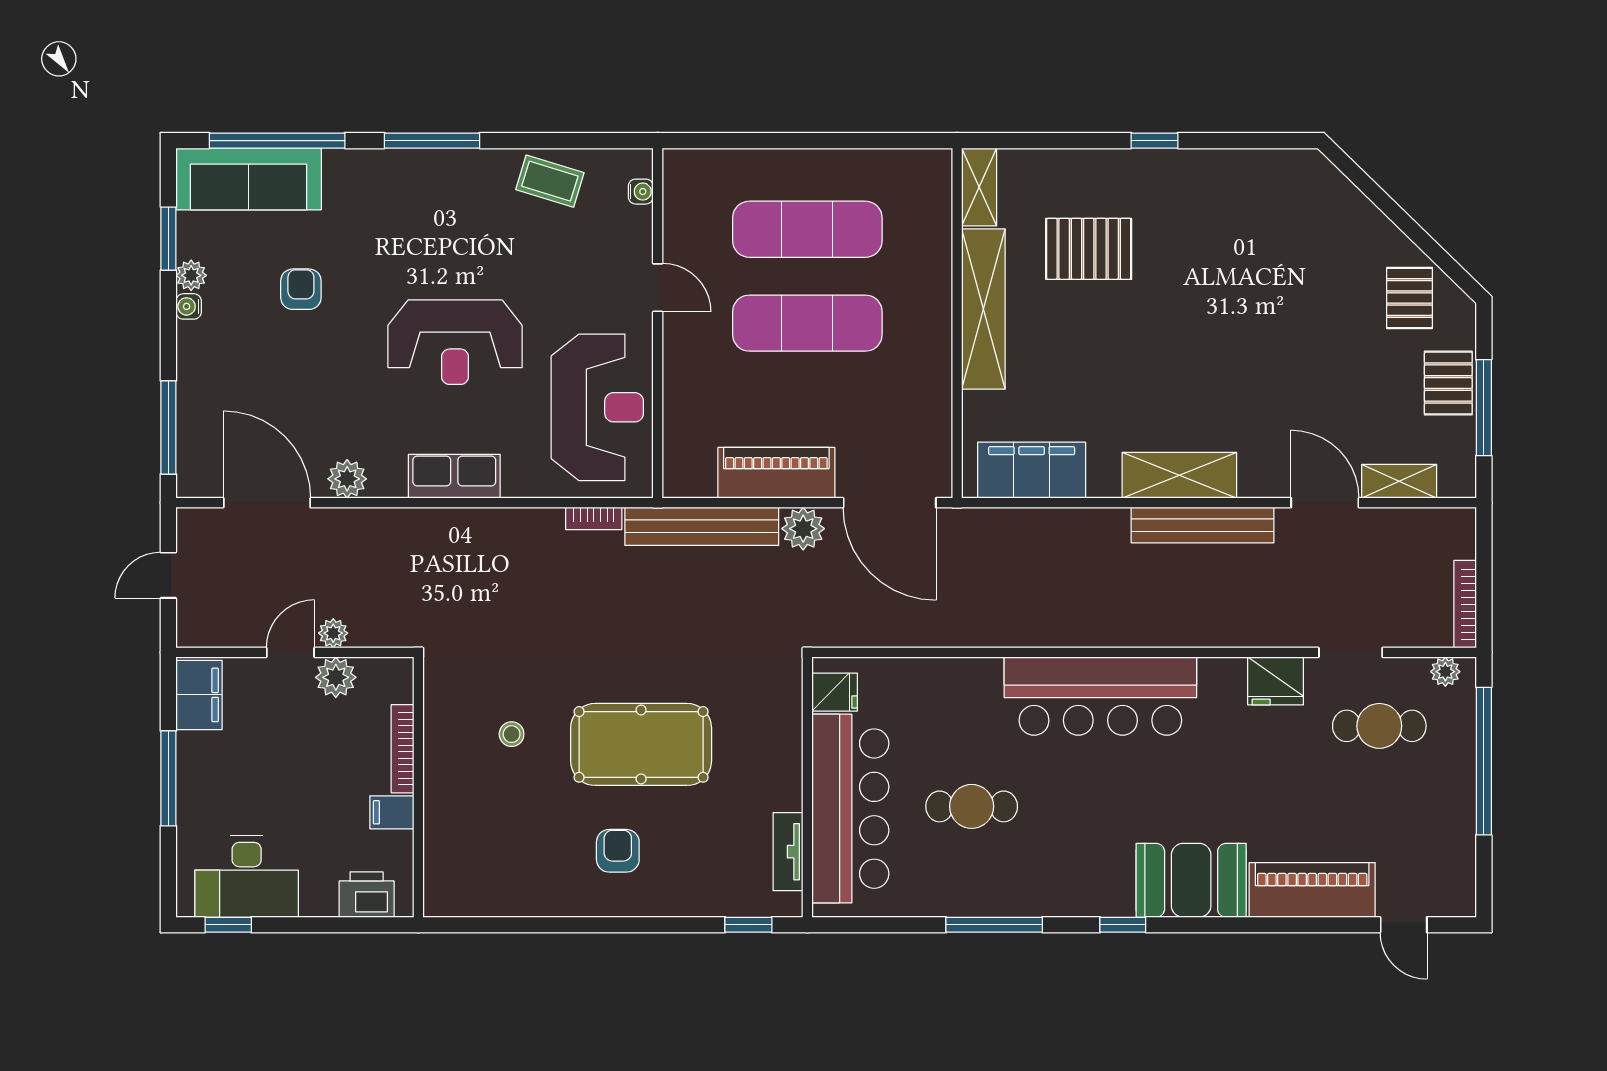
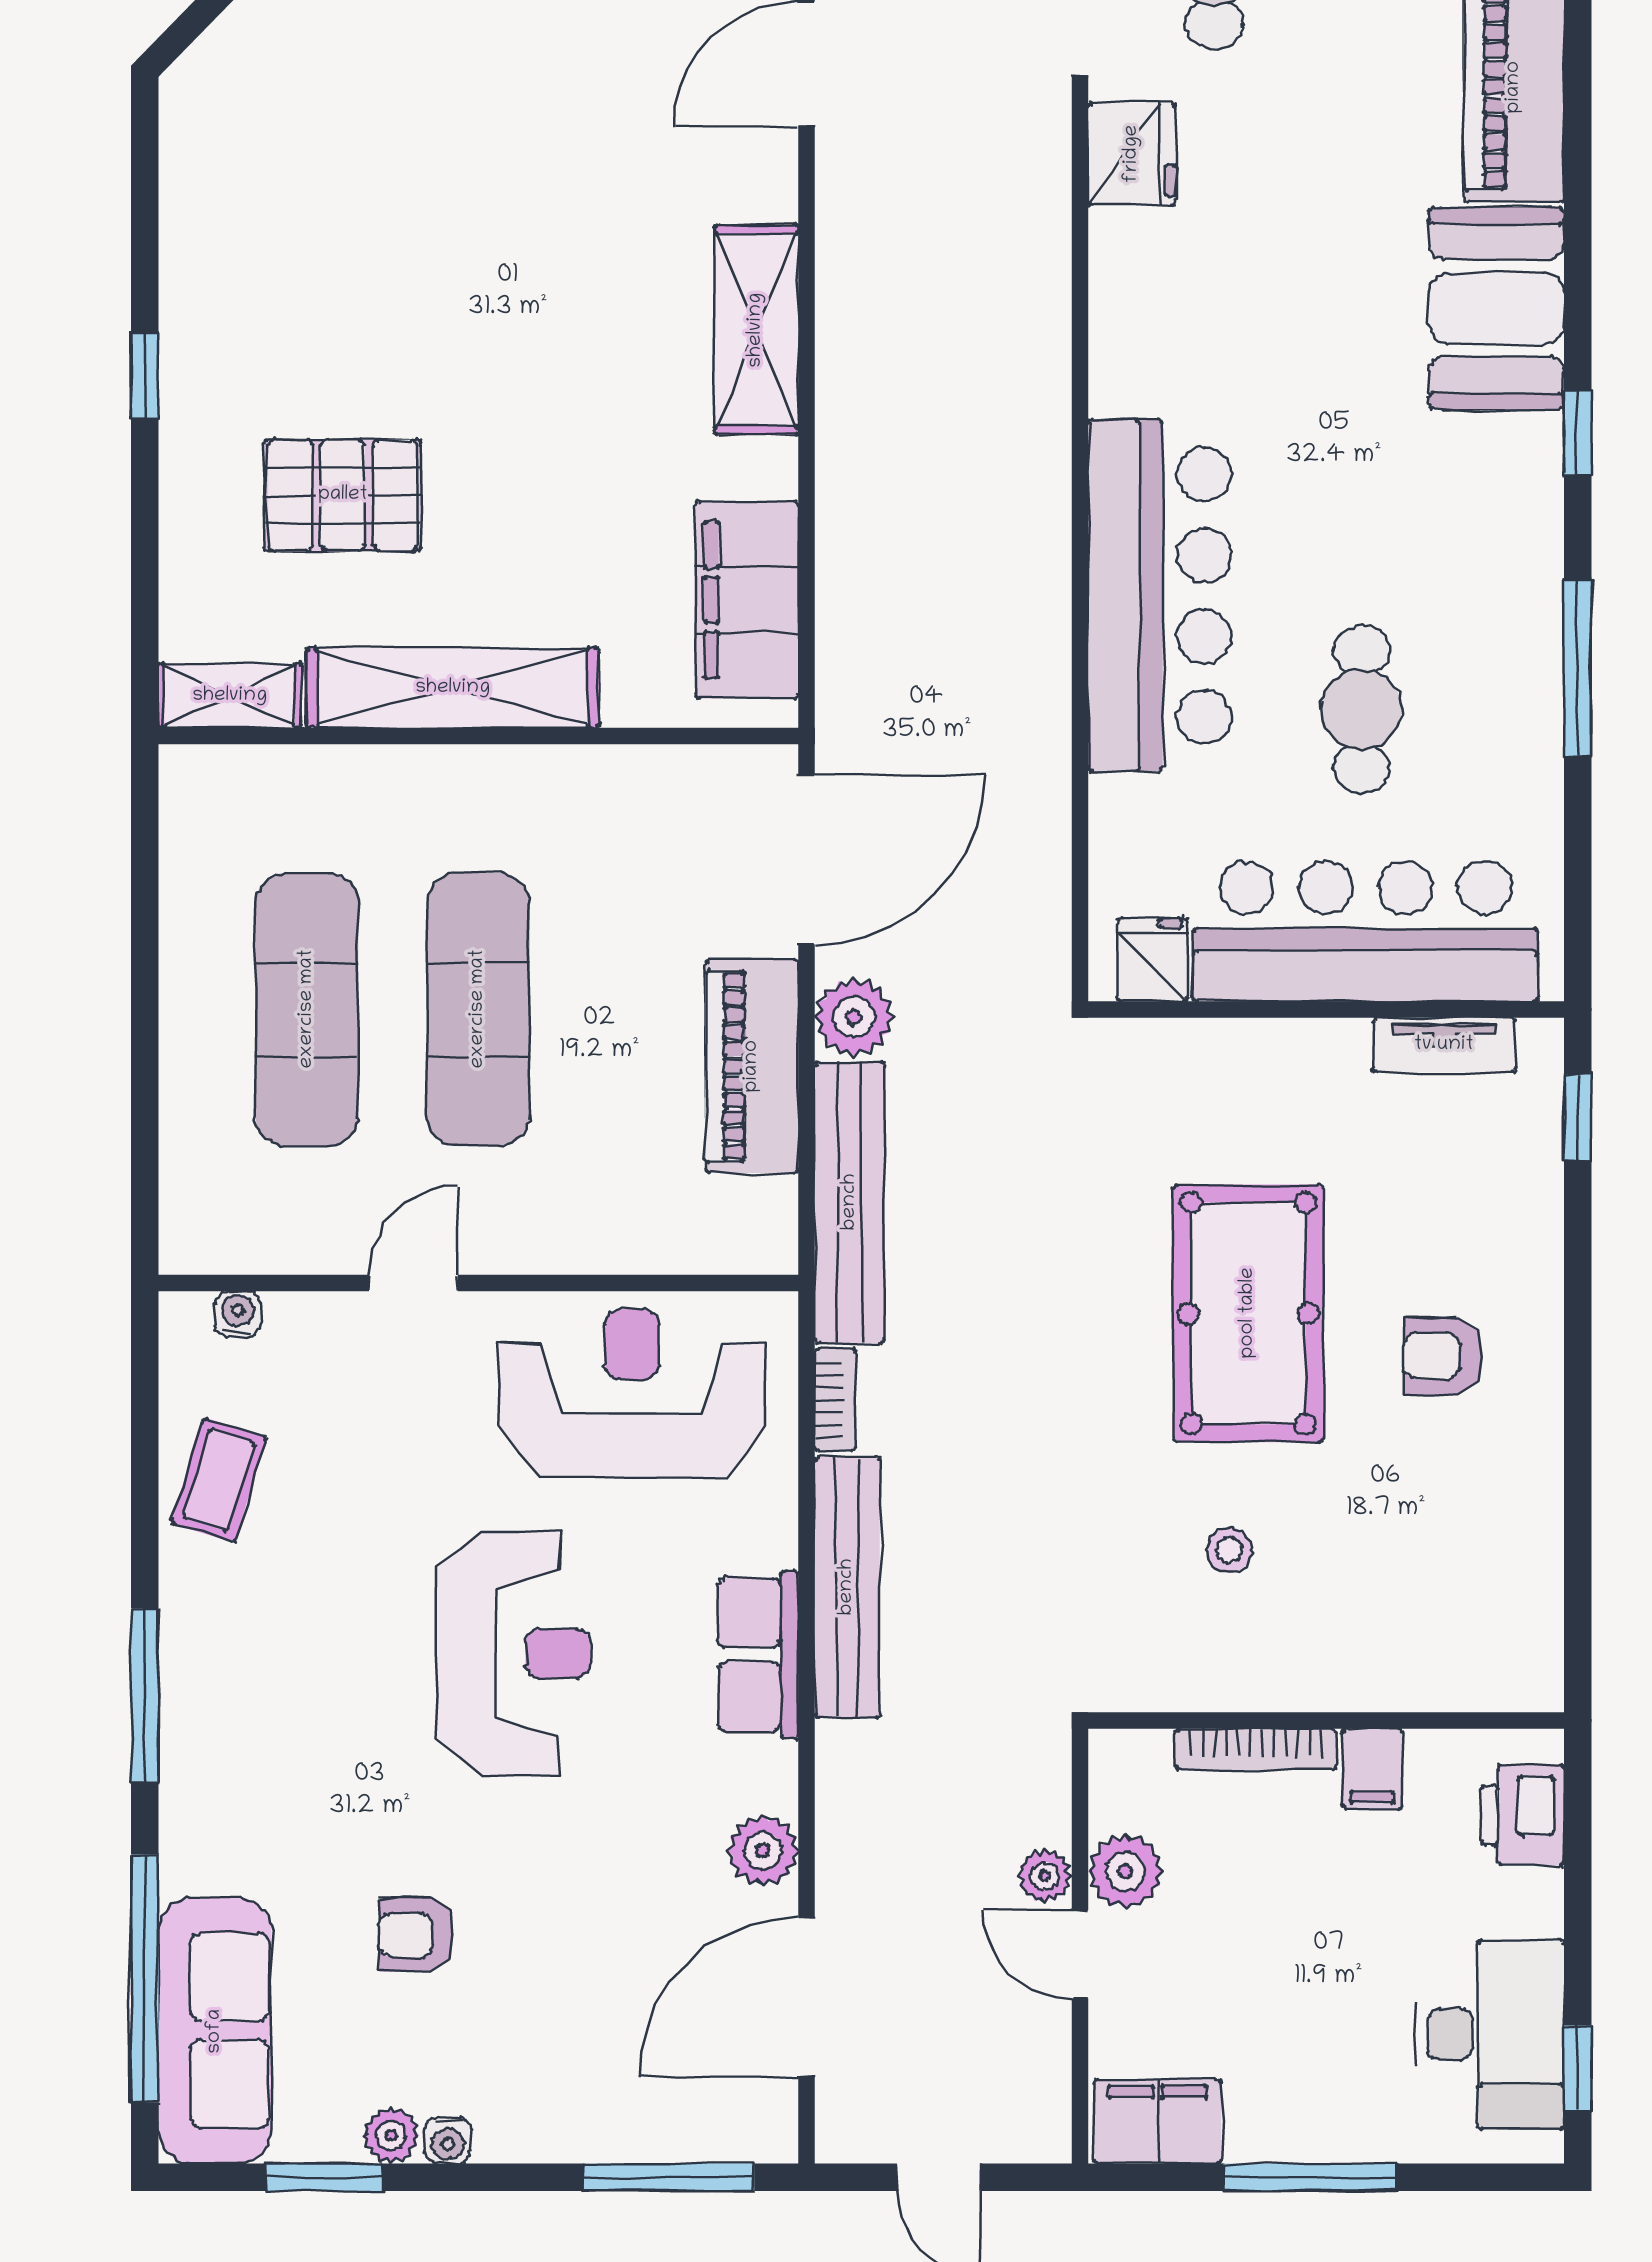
pallet: (1089, 249) -> (343, 495), turned 90
bench: (1203, 525) -> (847, 1587), moved
bar counter: (1100, 696) -> (1160, 596), moved

